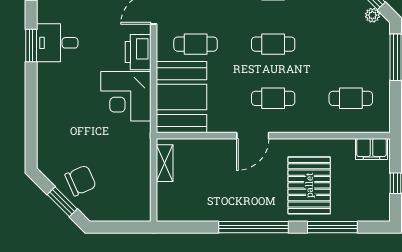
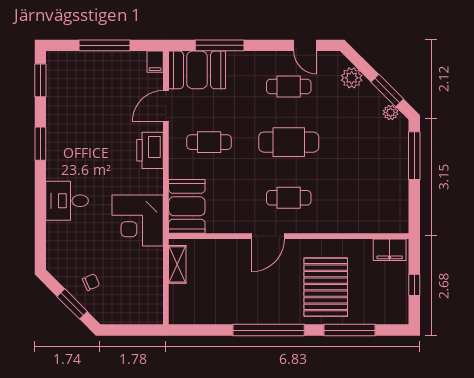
desk: (57, 43) -> (67, 201), moved
cafe table: (273, 44) -> (289, 142), width x1.37, depth x1.35
corner desk: (126, 96) -> (138, 221), moved
booth: (181, 97) -> (187, 206), width x0.73, depth x0.70
cafe table: (351, 98) -> (368, 198), removed
chair: (81, 181) -> (91, 282), width x0.54, depth x0.54

